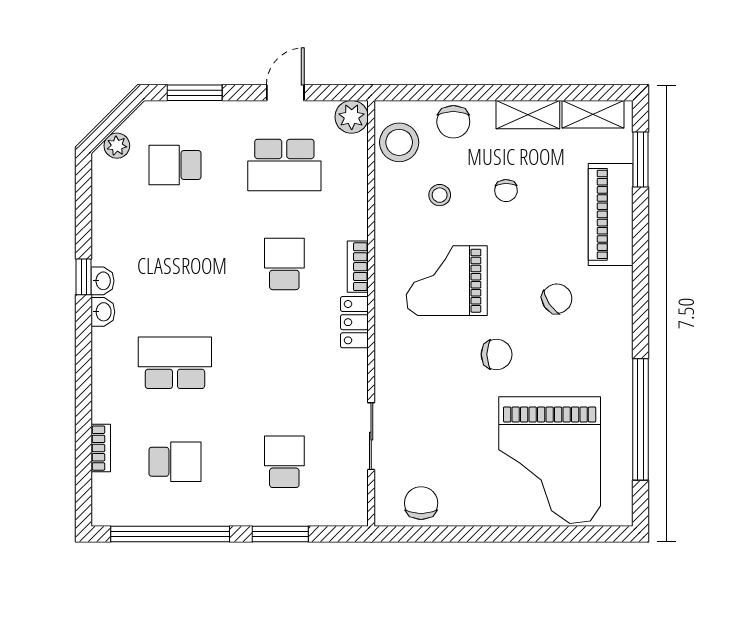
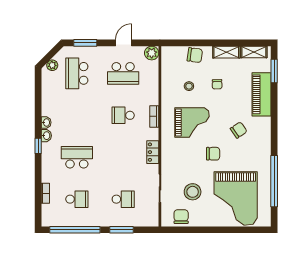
chair: (453, 122) -> (195, 55), turned -82
stool: (399, 142) -> (193, 192), moved
school desk: (175, 165) -> (77, 73), width x1.85
school desk: (284, 264) -> (123, 115), turned -90
window: (84, 277) -> (38, 146), moved
grand piano: (447, 281) -> (192, 122), turned 180
locker: (354, 322) -> (153, 152), moved
school desk: (284, 462) -> (123, 199), turned 90

